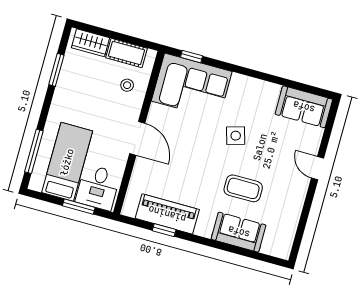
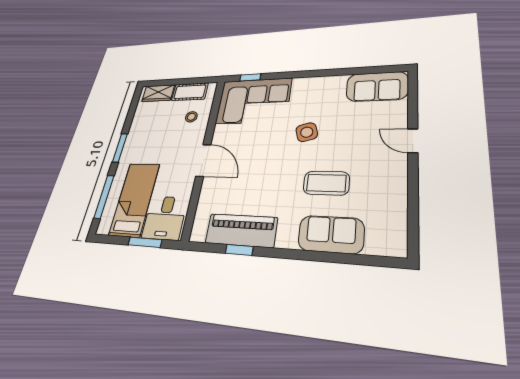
window: (56, 70) -> (120, 148), moved

